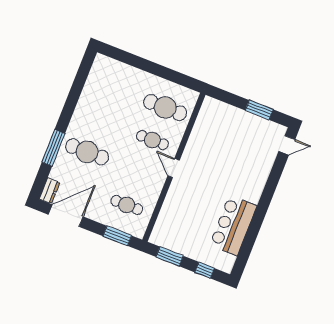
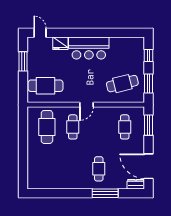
cafe table: (218, 126) -> (45, 86), added
cafe table: (87, 152) -> (99, 169), width x0.73, depth x0.74
fridge: (264, 166) -> (60, 43), added
cafe table: (182, 224) -> (122, 84), added
bar counter: (233, 225) -> (89, 48), moved

